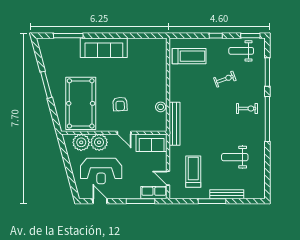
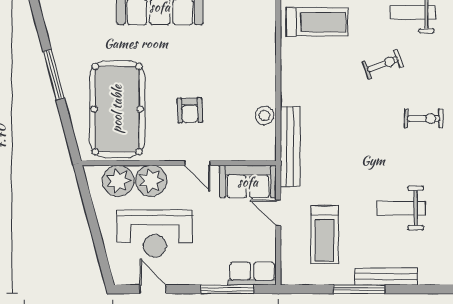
treadmill: (193, 172) -> (325, 235), turned 180
door: (168, 178) -> (278, 213), moved

